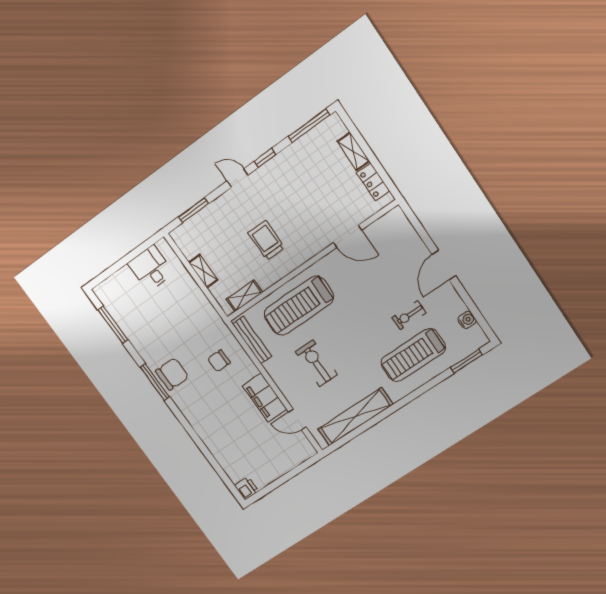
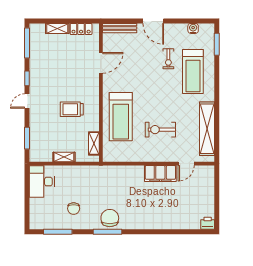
desk: (151, 268) -> (42, 182), width x1.37
bench: (252, 340) -> (120, 28), moved
chair: (219, 361) -> (74, 209), moved

